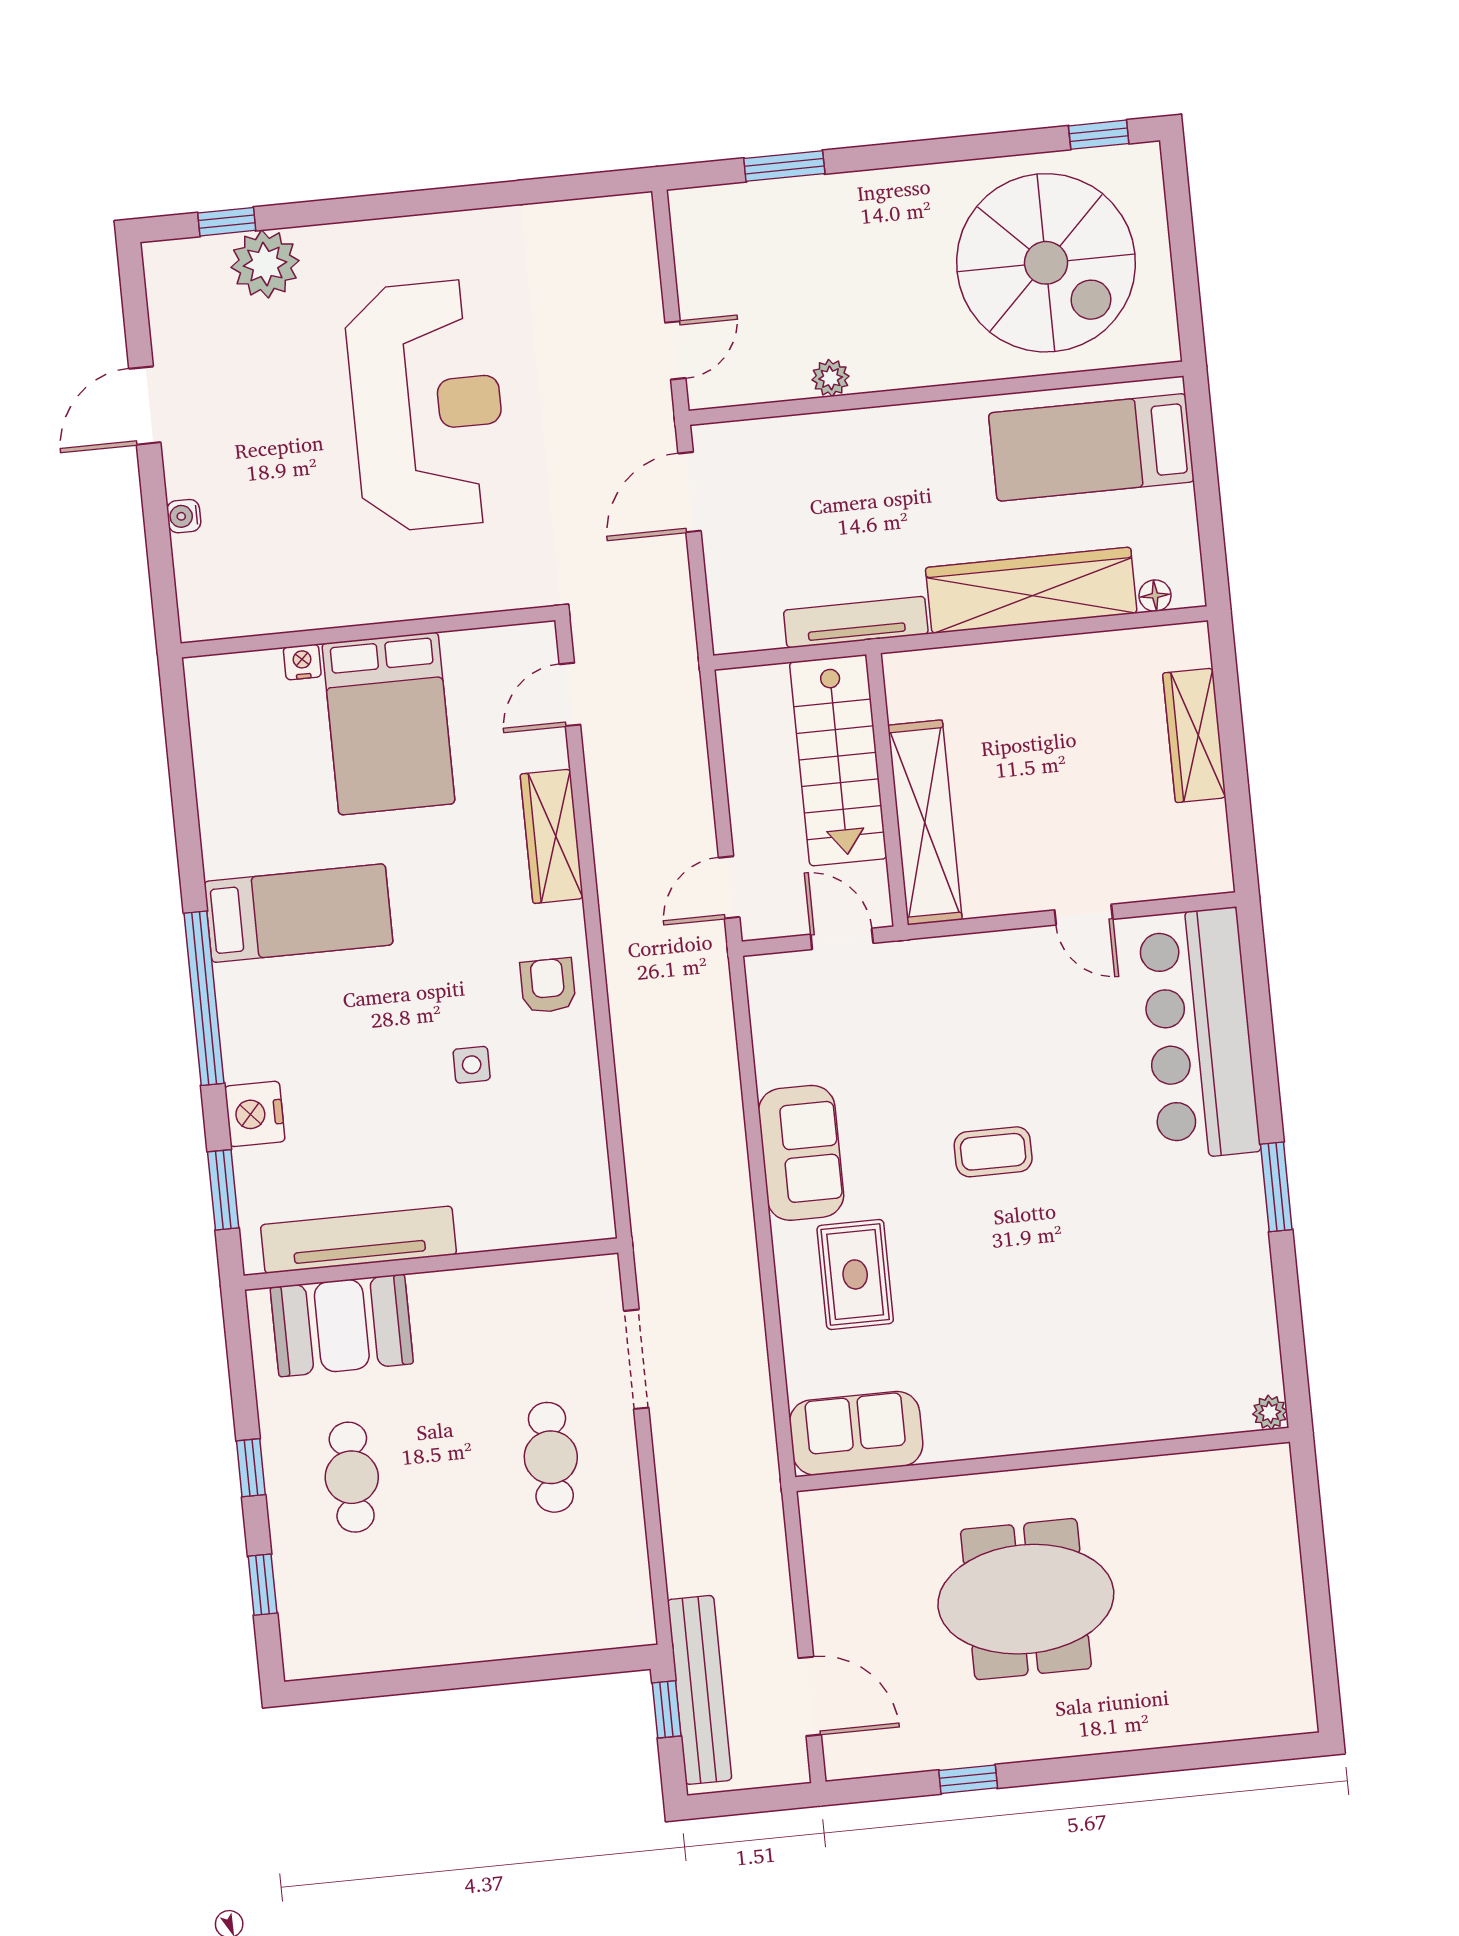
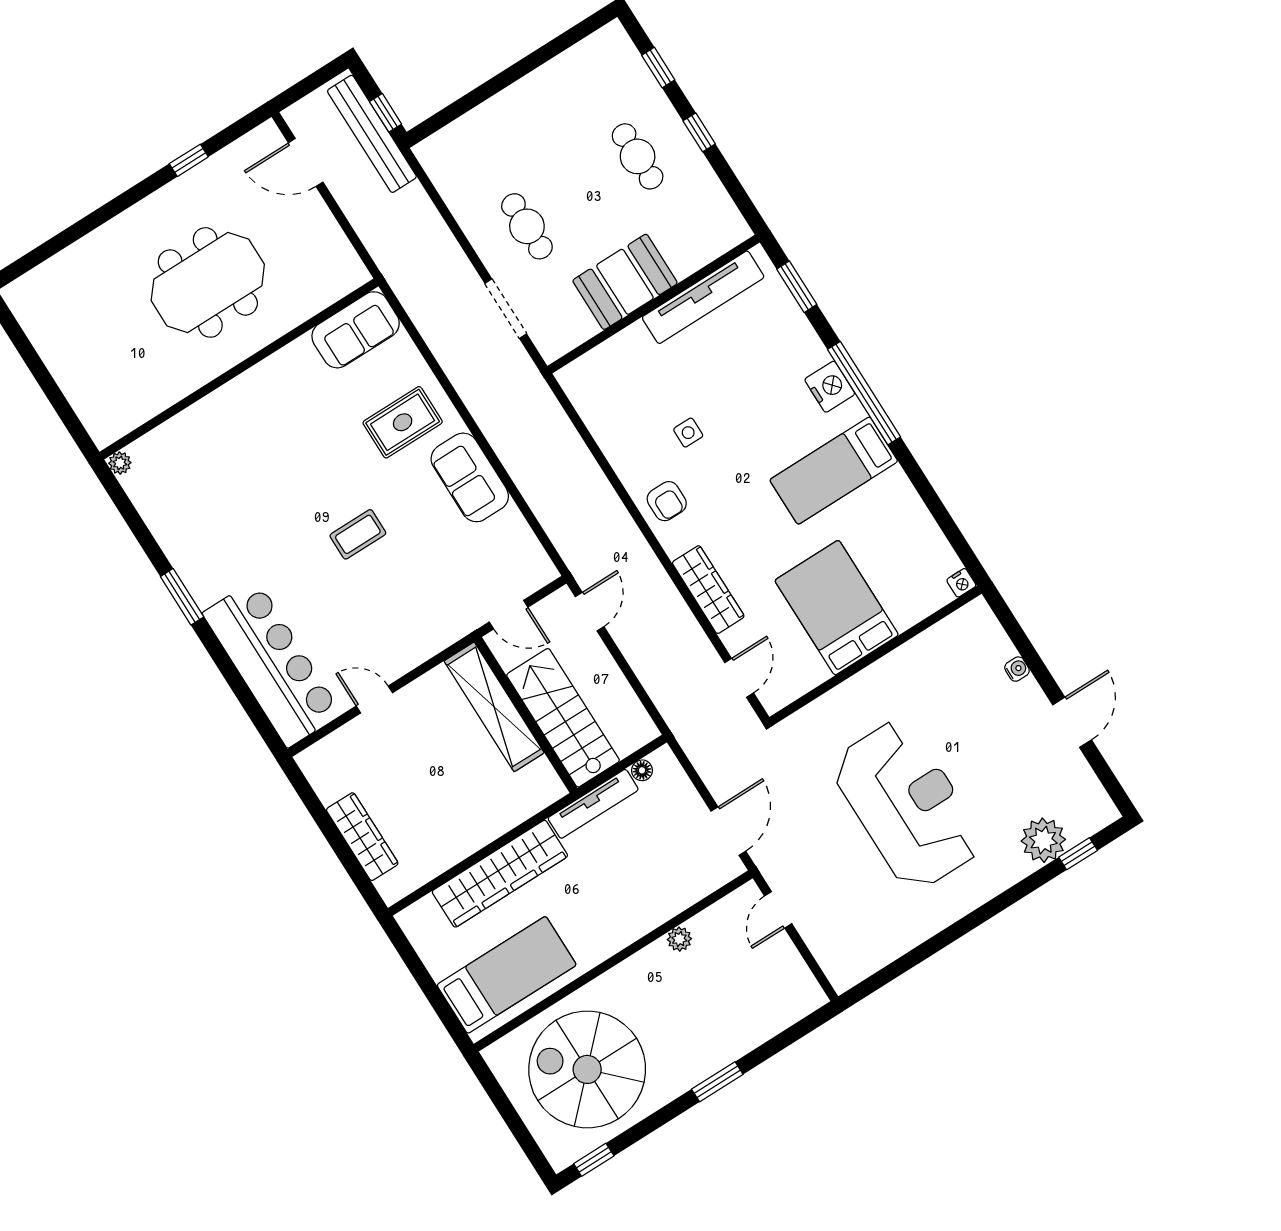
window: (784, 166) -> (717, 1082), moved
reception desk: (427, 406) -> (907, 805), turned 180
floor lamp: (1155, 596) -> (642, 770), moved
nightstand: (302, 662) -> (961, 583), moved
nightstand: (255, 1114) -> (830, 387), moved
rug: (855, 1274) -> (403, 422), turned 90
booth: (342, 1326) -> (625, 282), moved

